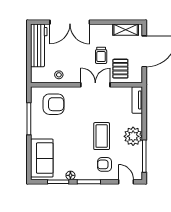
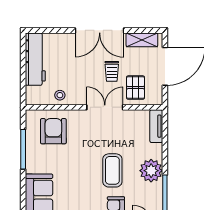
double door: (70, 22) -> (100, 30), moved
armchair: (54, 104) -> (53, 131), turned -90

